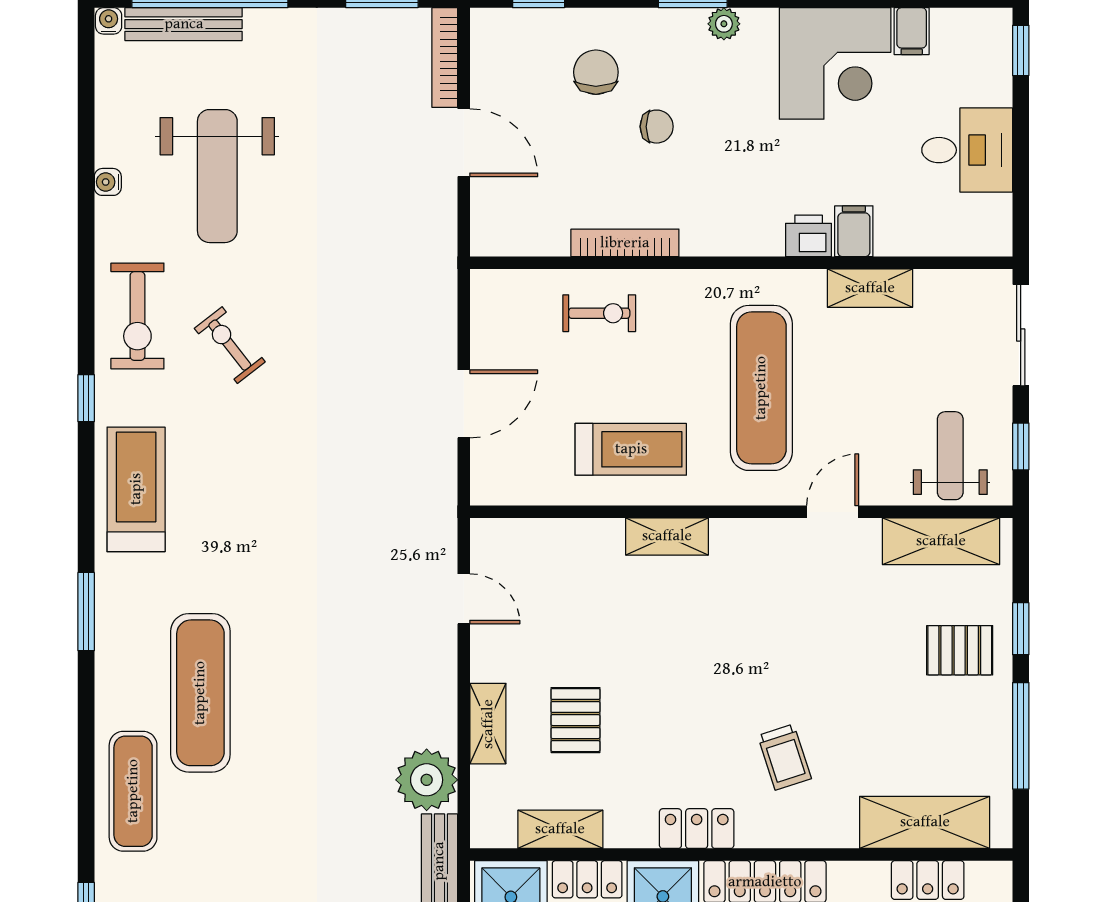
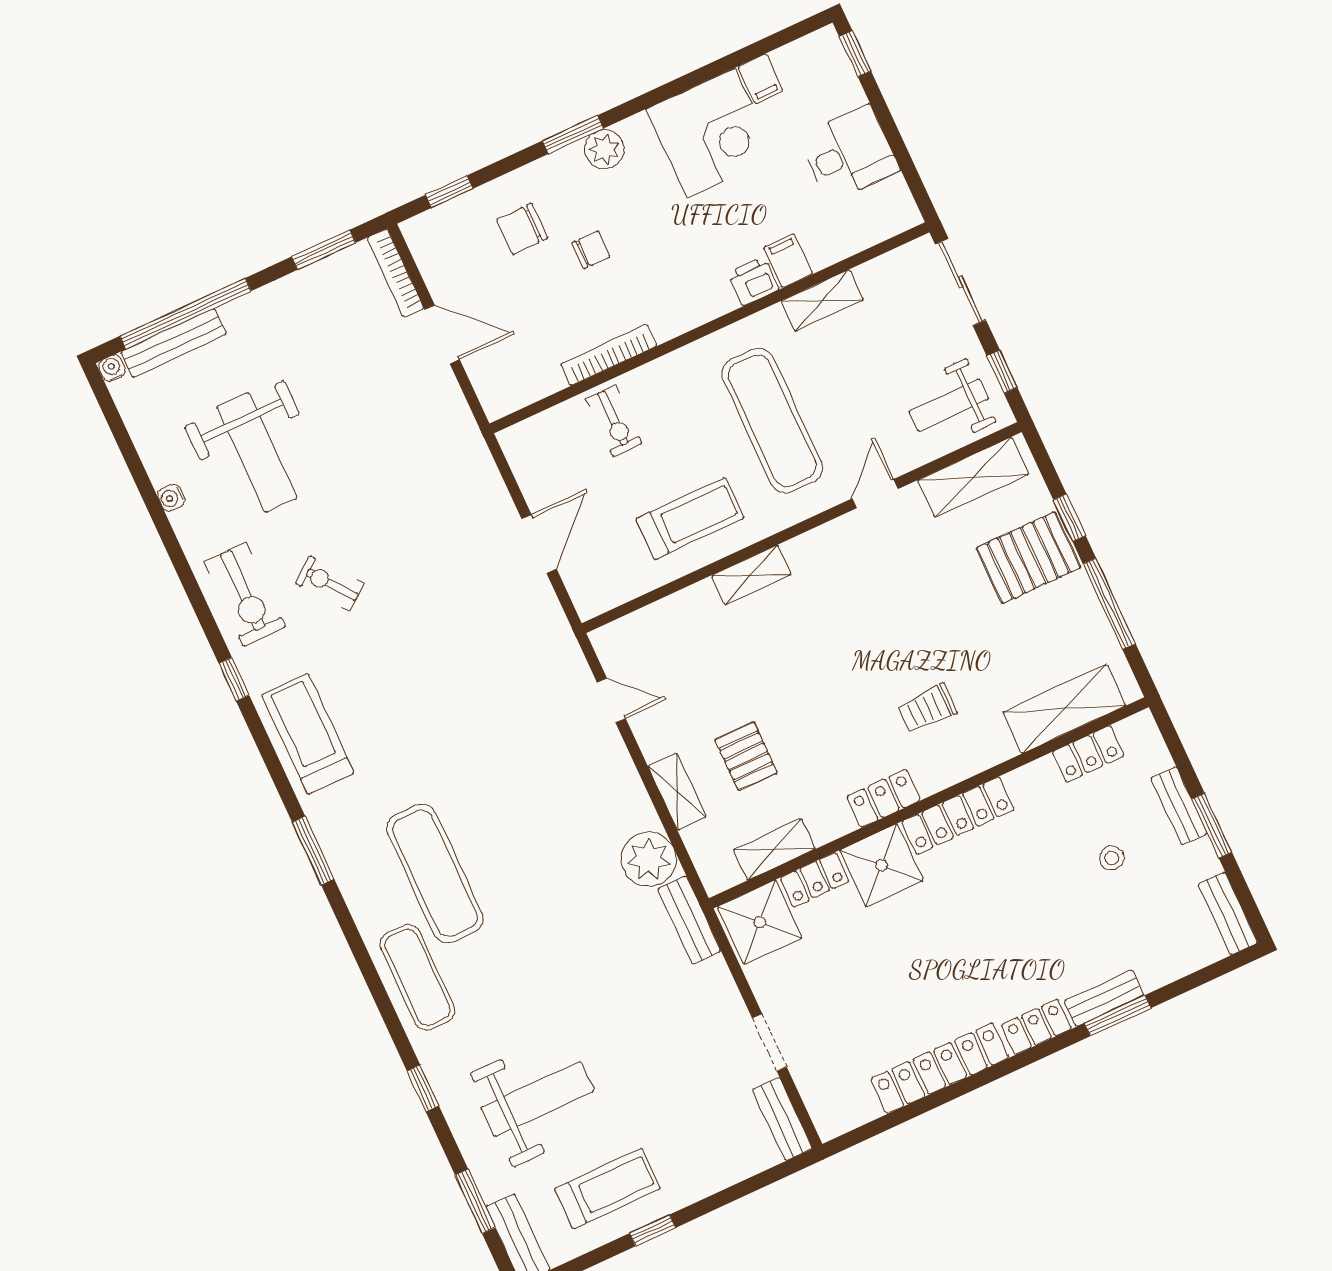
plant: (724, 24) -> (604, 150), width x1.38, depth x1.38
chair: (596, 72) -> (522, 229), turned -90
exercise bike: (599, 313) -> (614, 421), turned 90
weight bench: (950, 456) -> (949, 405), turned -90
pallet: (960, 650) -> (1028, 558), width x1.50, depth x1.42
trolley: (784, 757) -> (927, 708), turned 108

